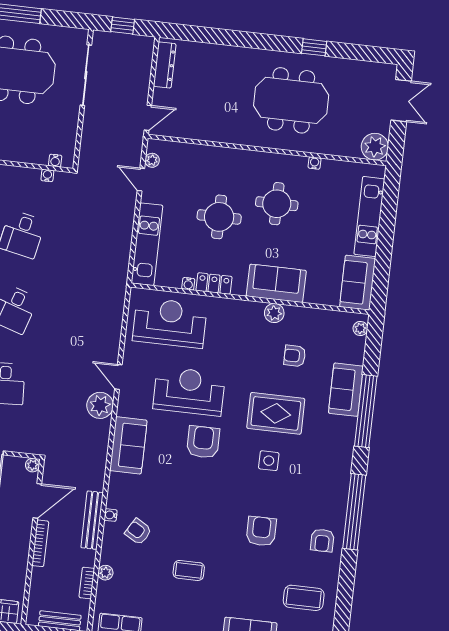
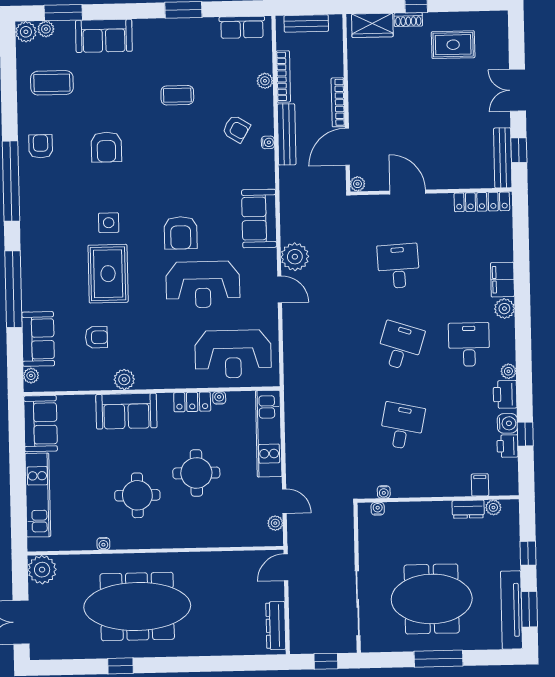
meeting table: (291, 100) -> (137, 606), width x1.36
sofa: (346, 390) -> (38, 339), moved
rug: (276, 413) -> (108, 274), turned 90
bookcase: (87, 583) -> (283, 76), width x1.56

